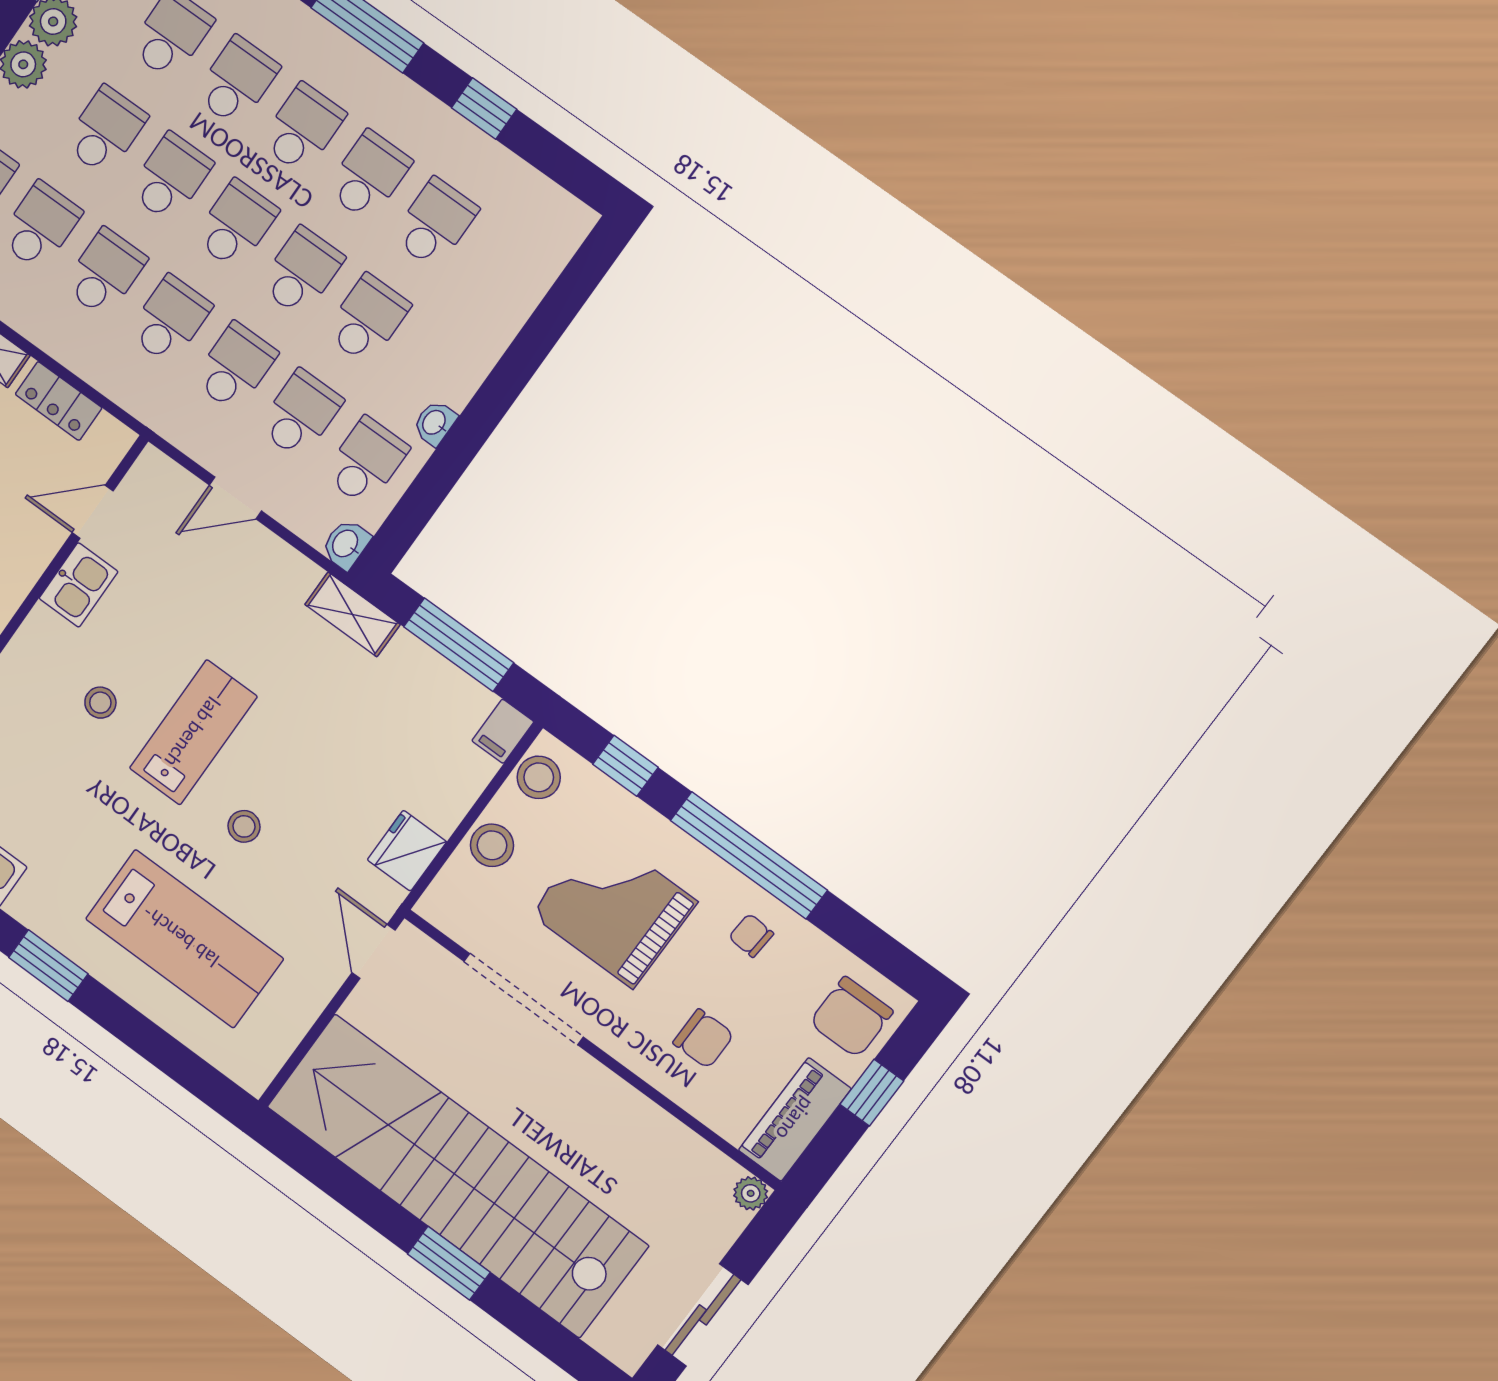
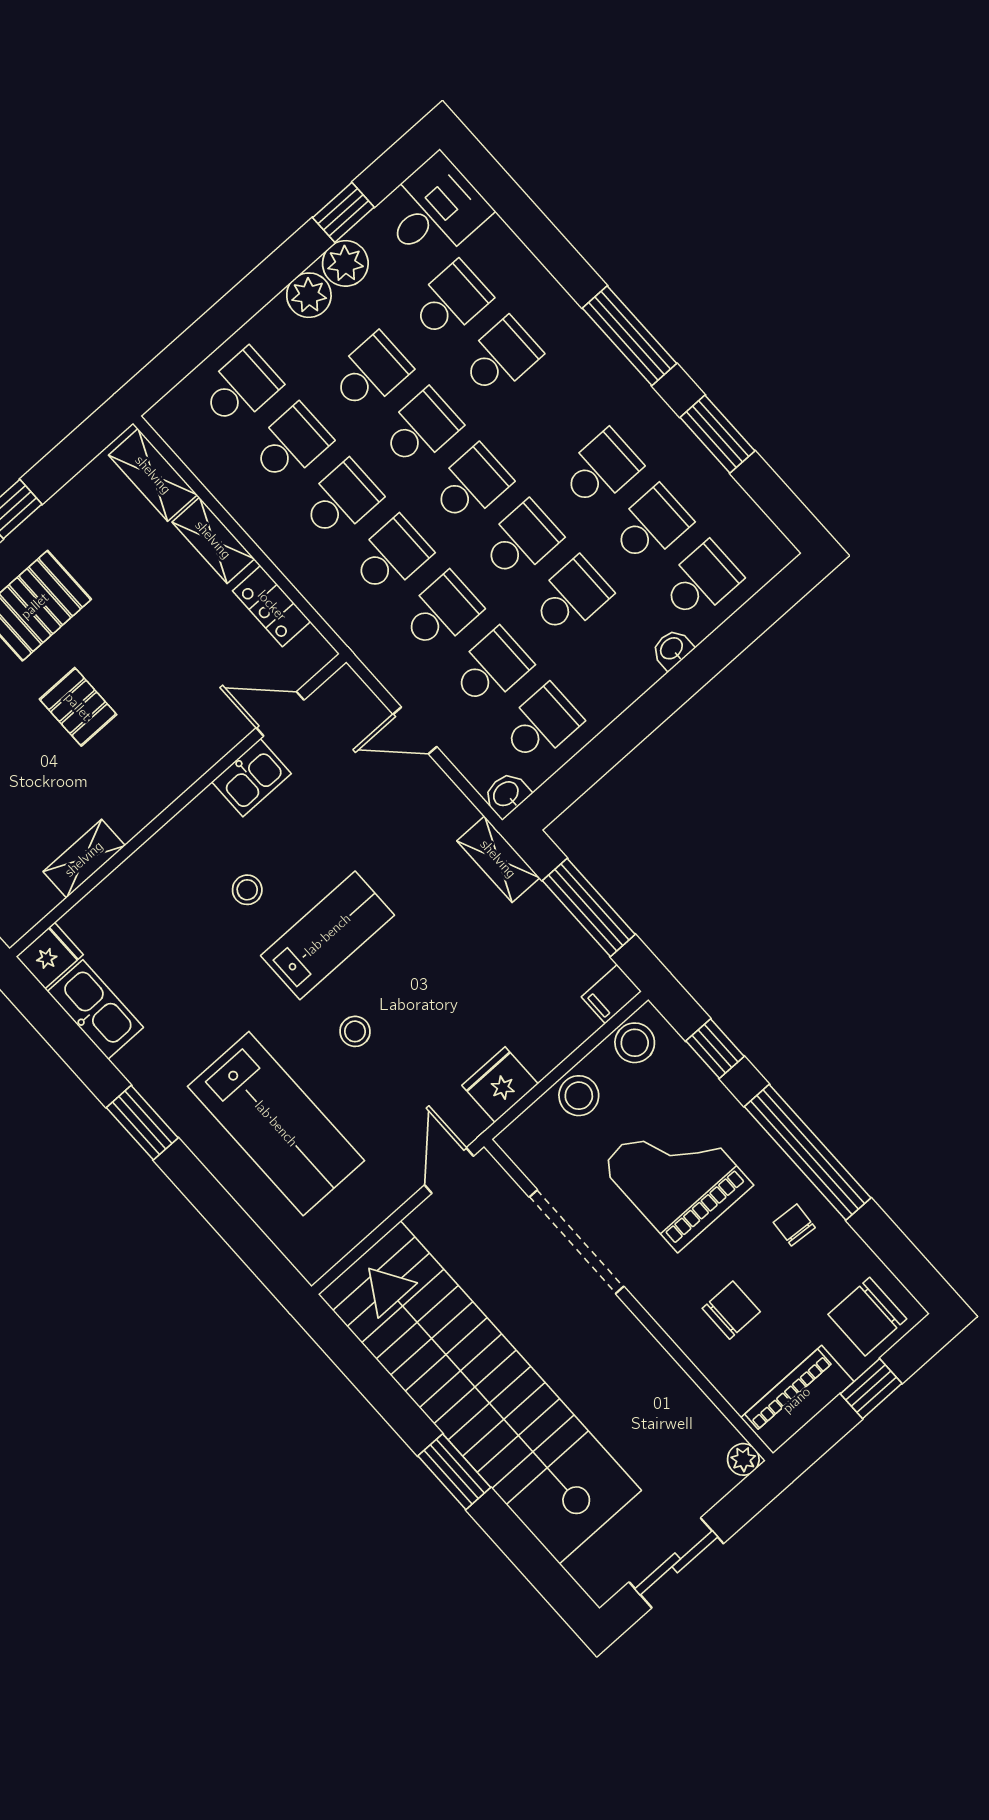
window: (484, 108) -> (717, 434), width x1.50
school desk: (303, 128) -> (701, 581), moved
washbasin: (435, 423) -> (672, 649), moved
chair: (703, 1039) -> (731, 1310), turned -90

